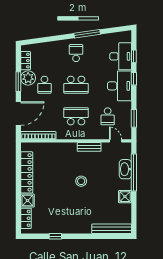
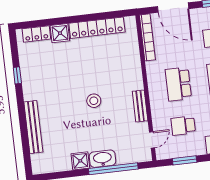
school desk: (76, 116) -> (178, 84), turned 180
washbasin: (125, 169) -> (103, 159), moved
bench: (112, 229) -> (33, 127), moved

